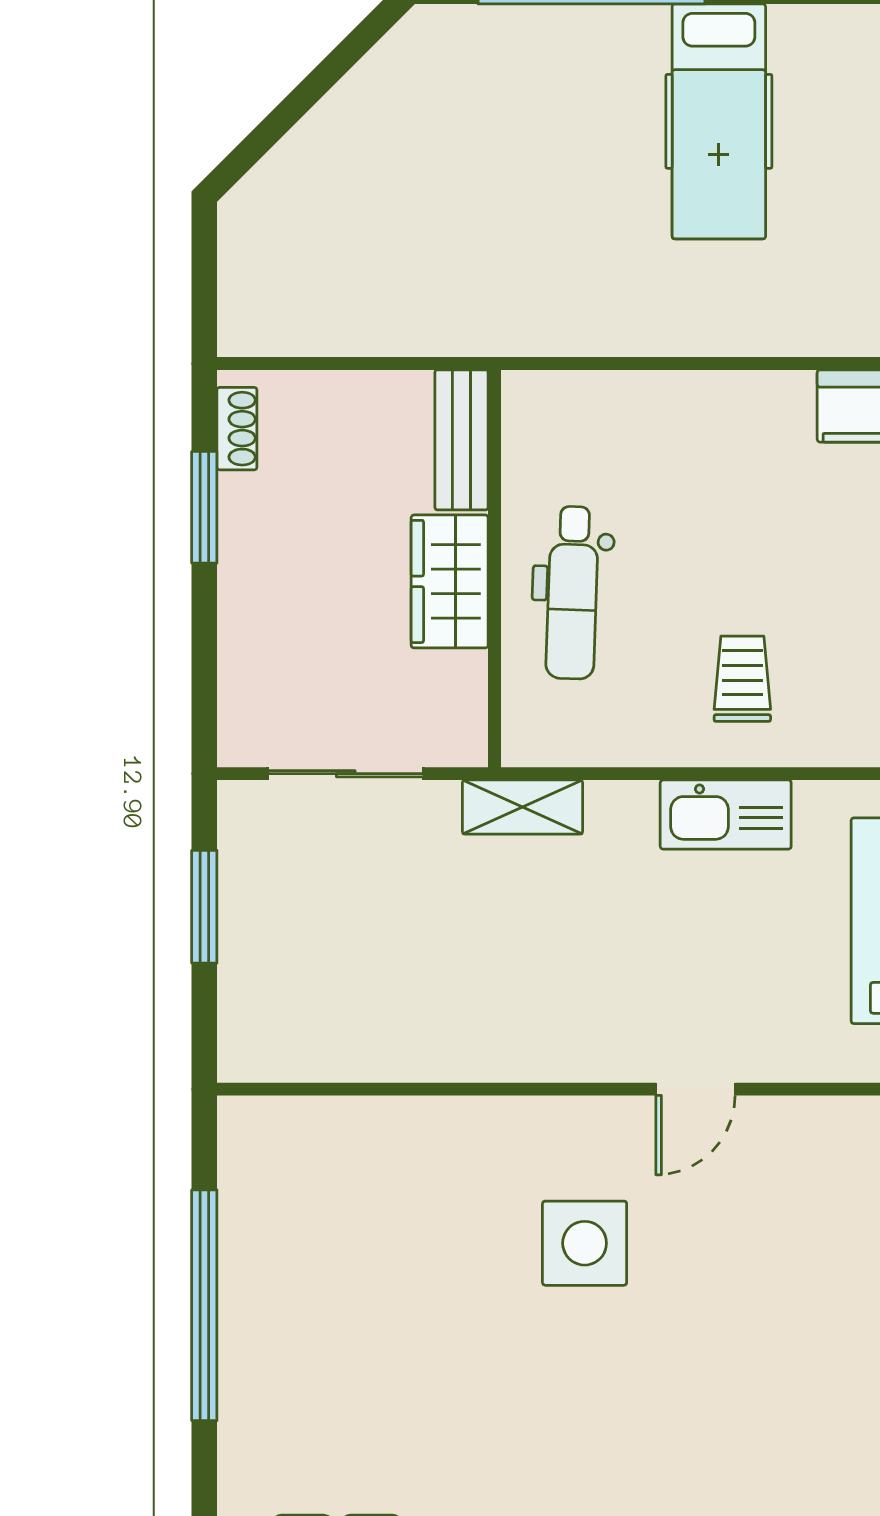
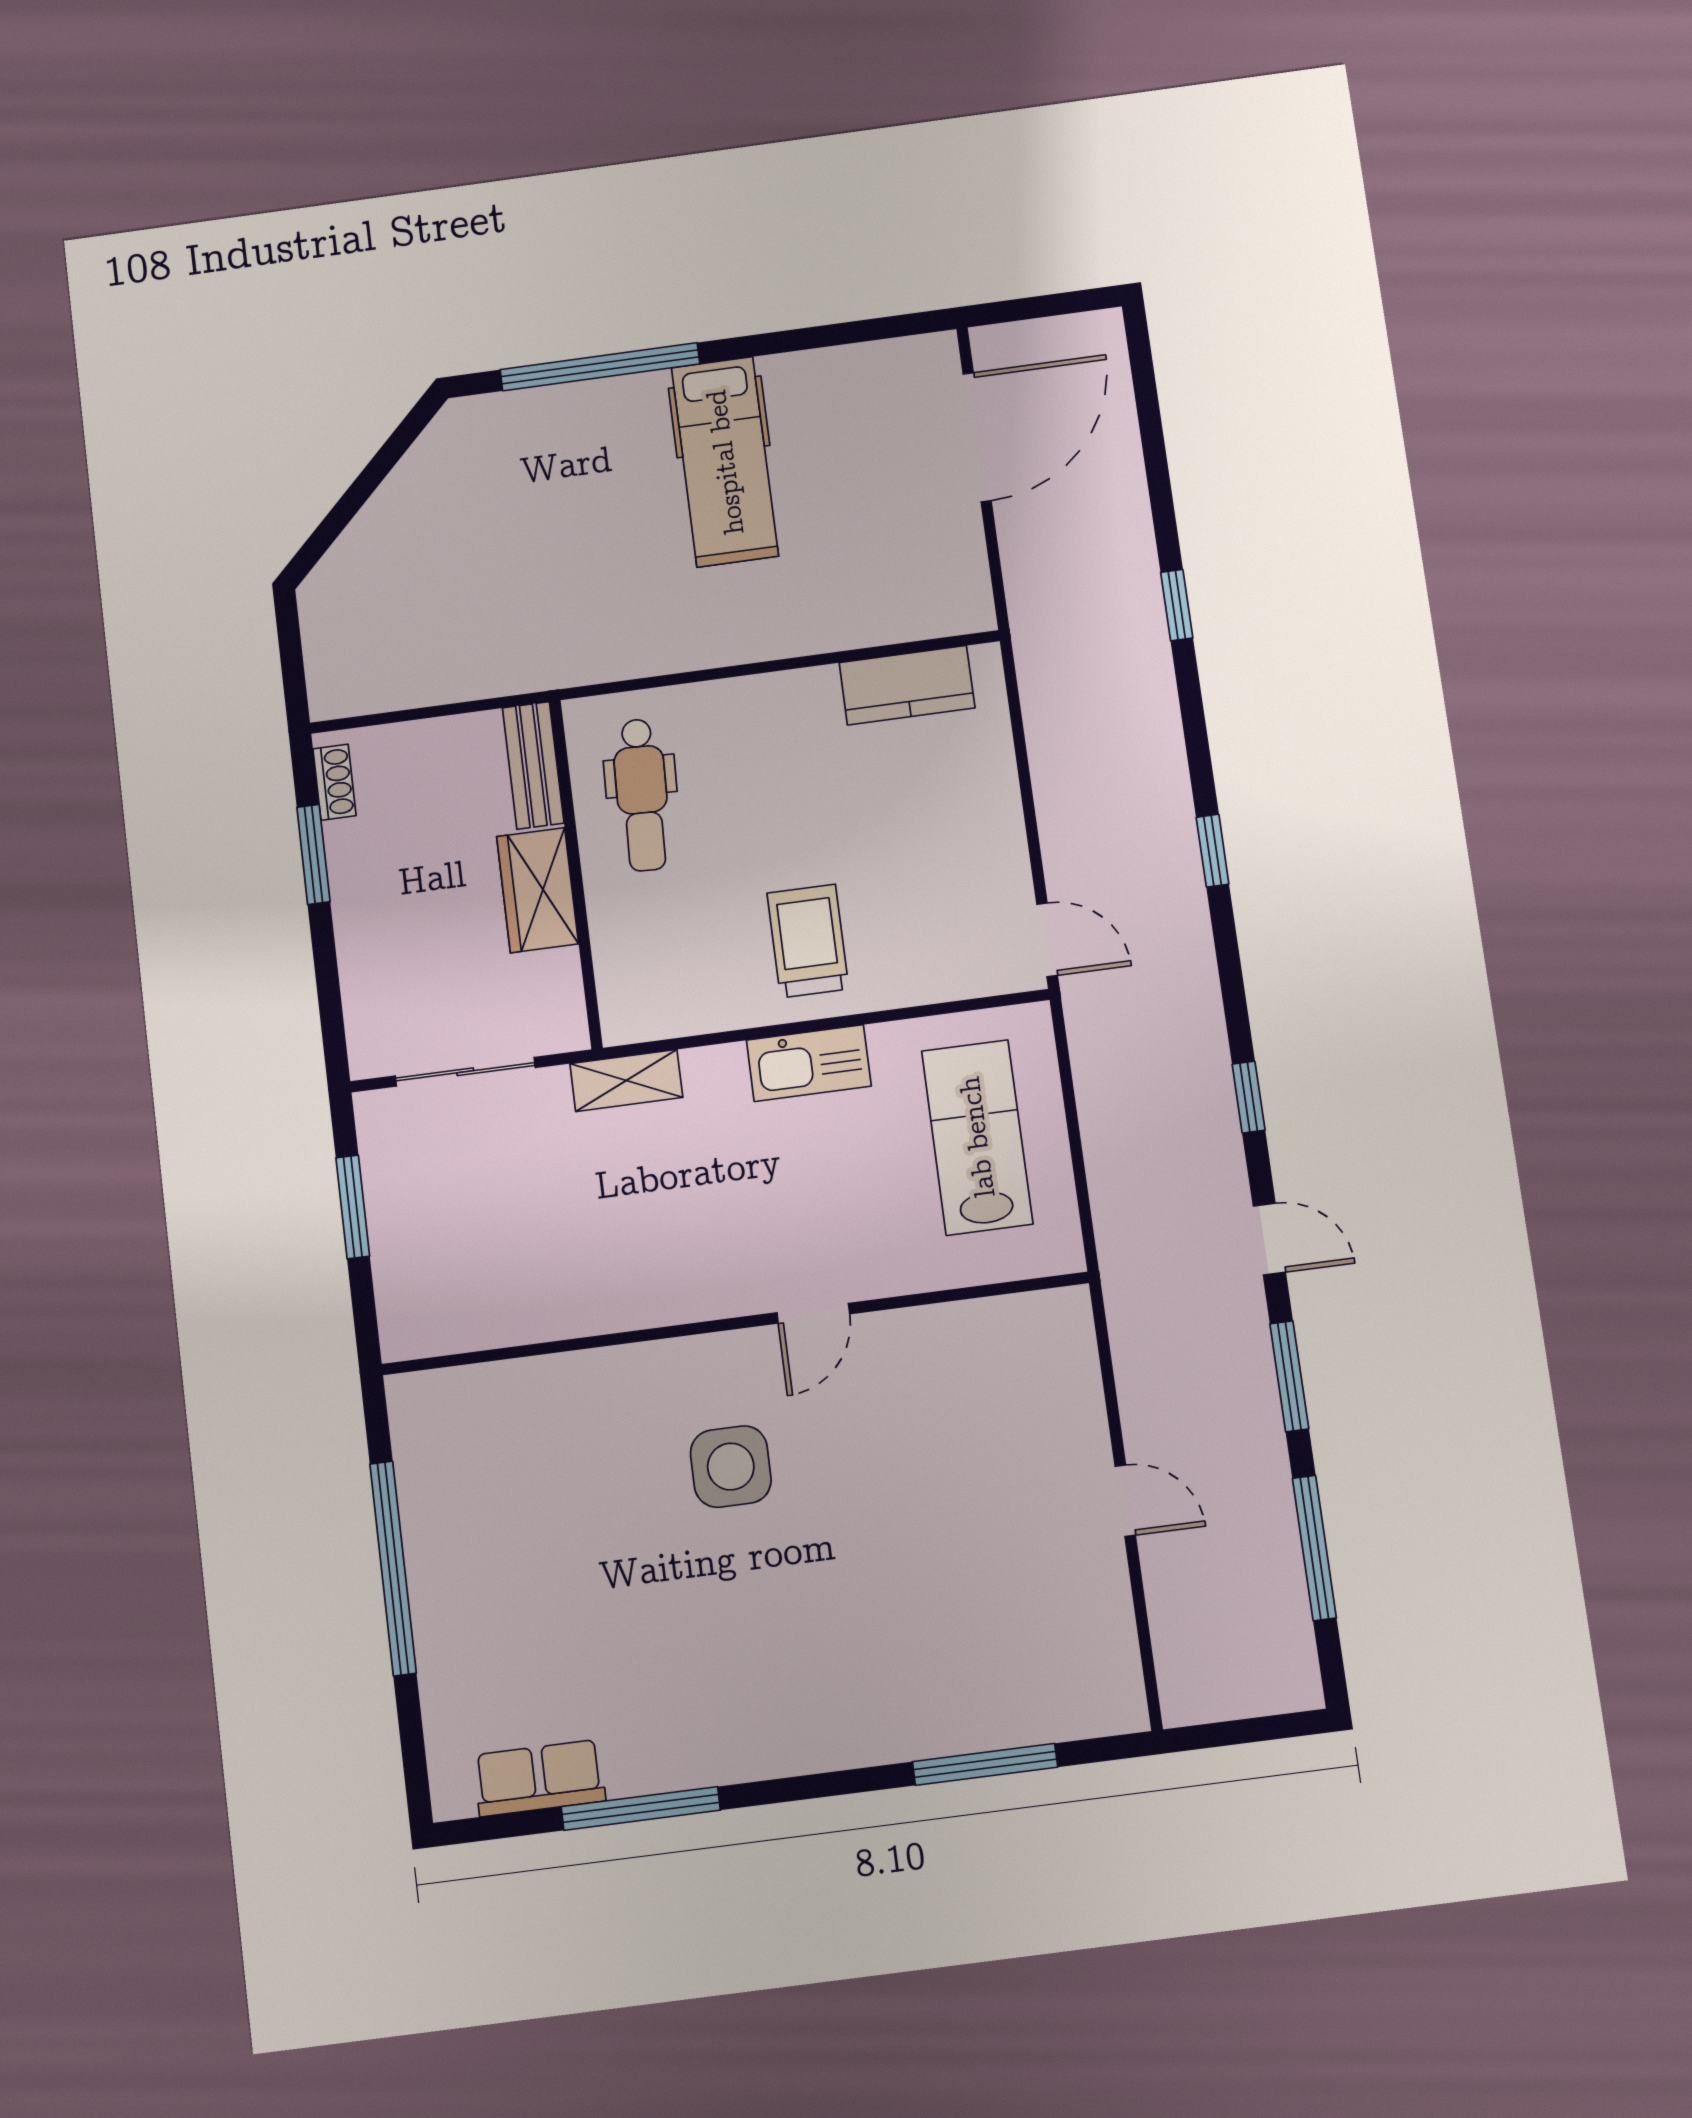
dental chair: (572, 593) -> (642, 795), moved
trolley: (742, 679) -> (808, 941), width x1.36, depth x1.39

